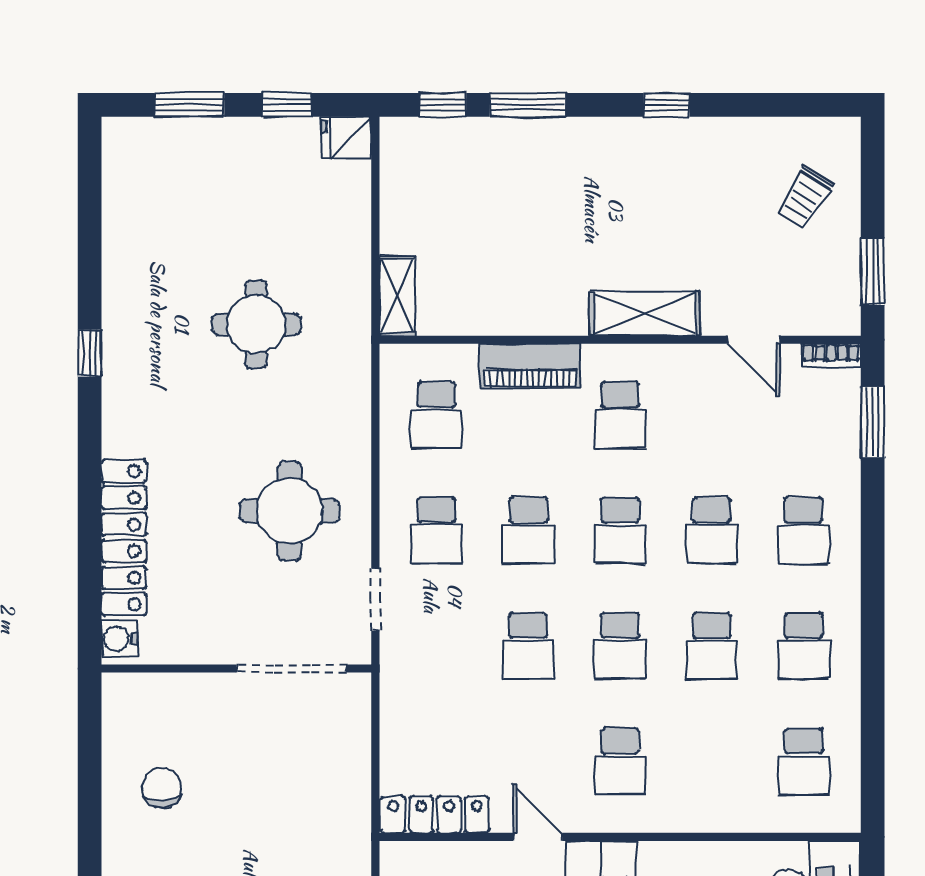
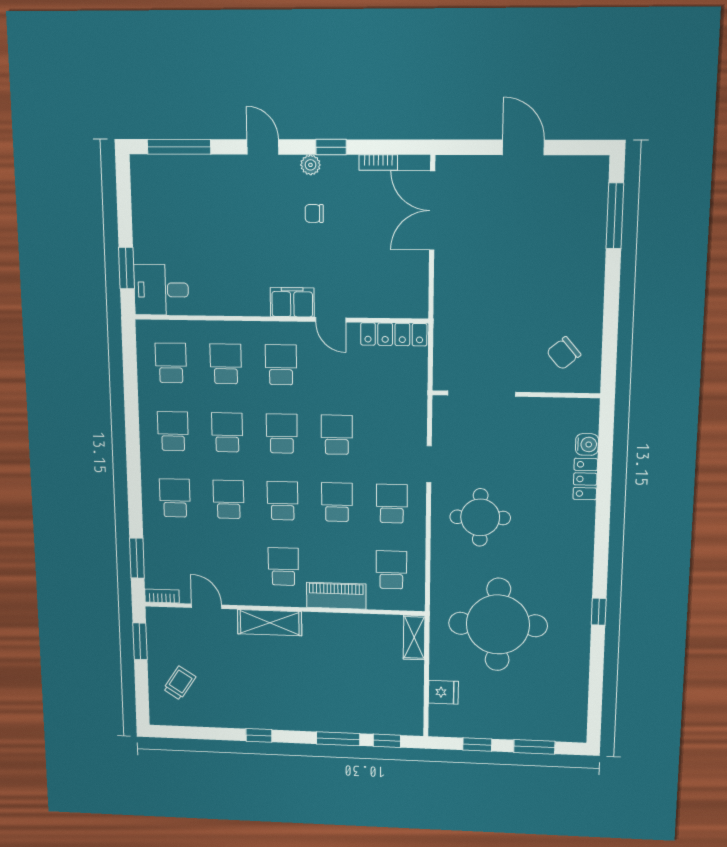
fridge: (346, 138) -> (443, 692), moved
round table: (256, 324) -> (498, 625), width x1.86, depth x1.86
locker: (124, 538) -> (585, 479), width x0.46, depth x0.83
wall: (236, 669) -> (516, 394), moved
doorway: (291, 669) -> (482, 394), moved
school desk: (712, 761) -> (226, 364), added
chair: (162, 788) -> (564, 353), turned 54

